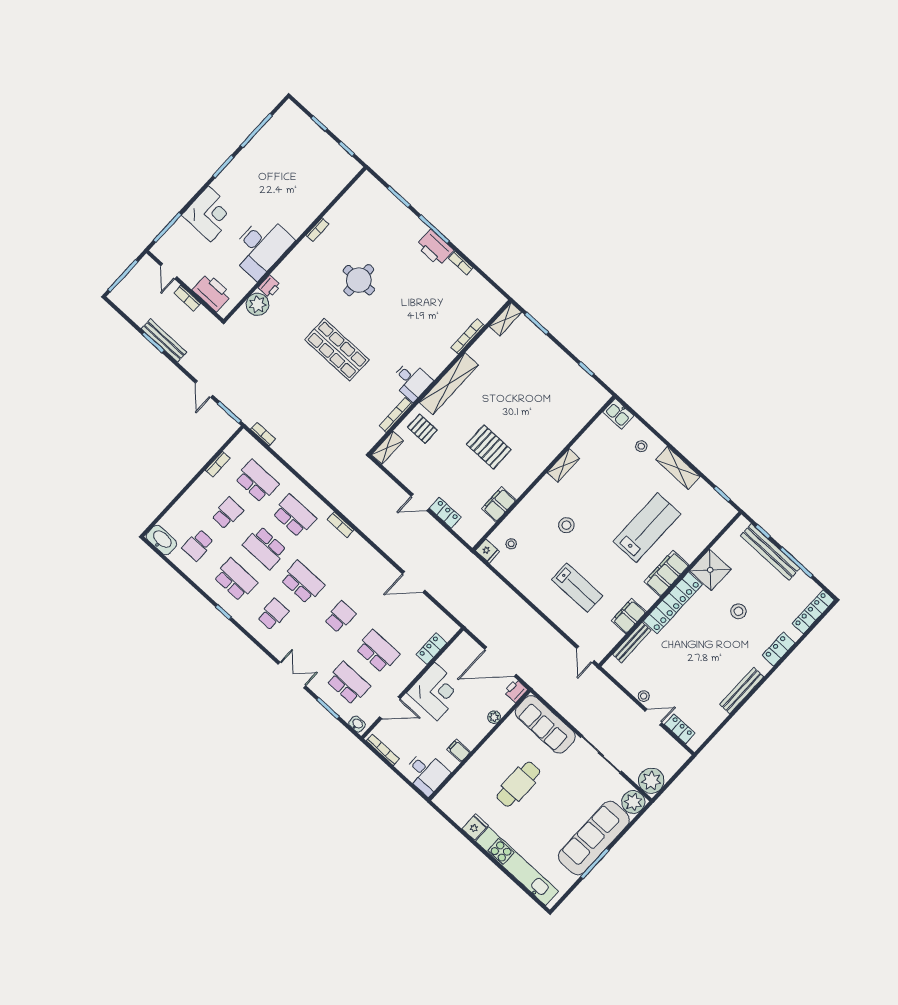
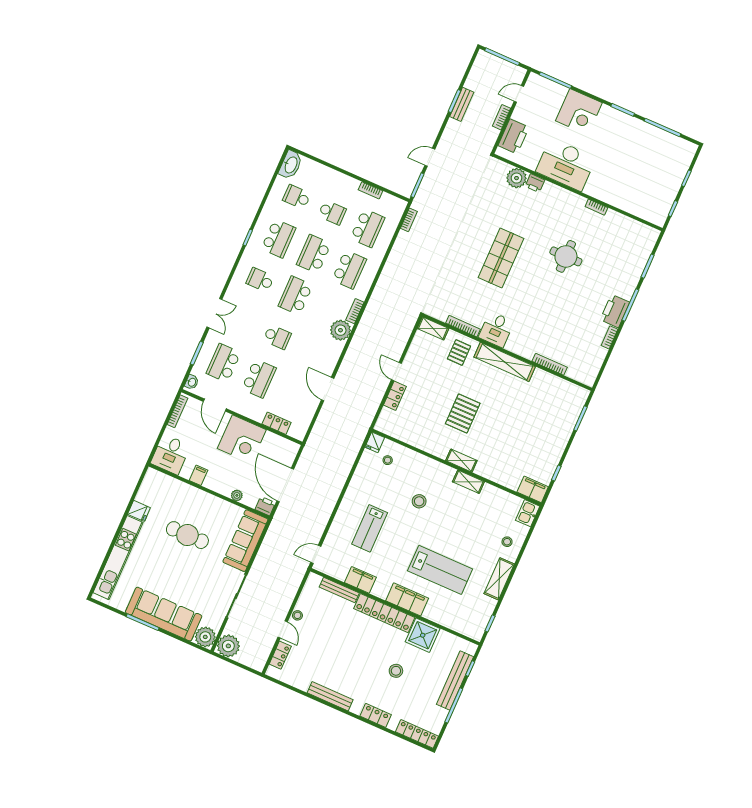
shelving: (505, 319) -> (461, 461), moved
bench: (164, 340) -> (462, 104), width x0.73
filing cabinet: (499, 504) -> (533, 489), moved
plant: (356, 547) -> (341, 330), added
school desk: (302, 582) -> (295, 296), turned 180
school desk: (273, 614) -> (260, 280), turned 180
school desk: (348, 683) -> (224, 363), turned 180

